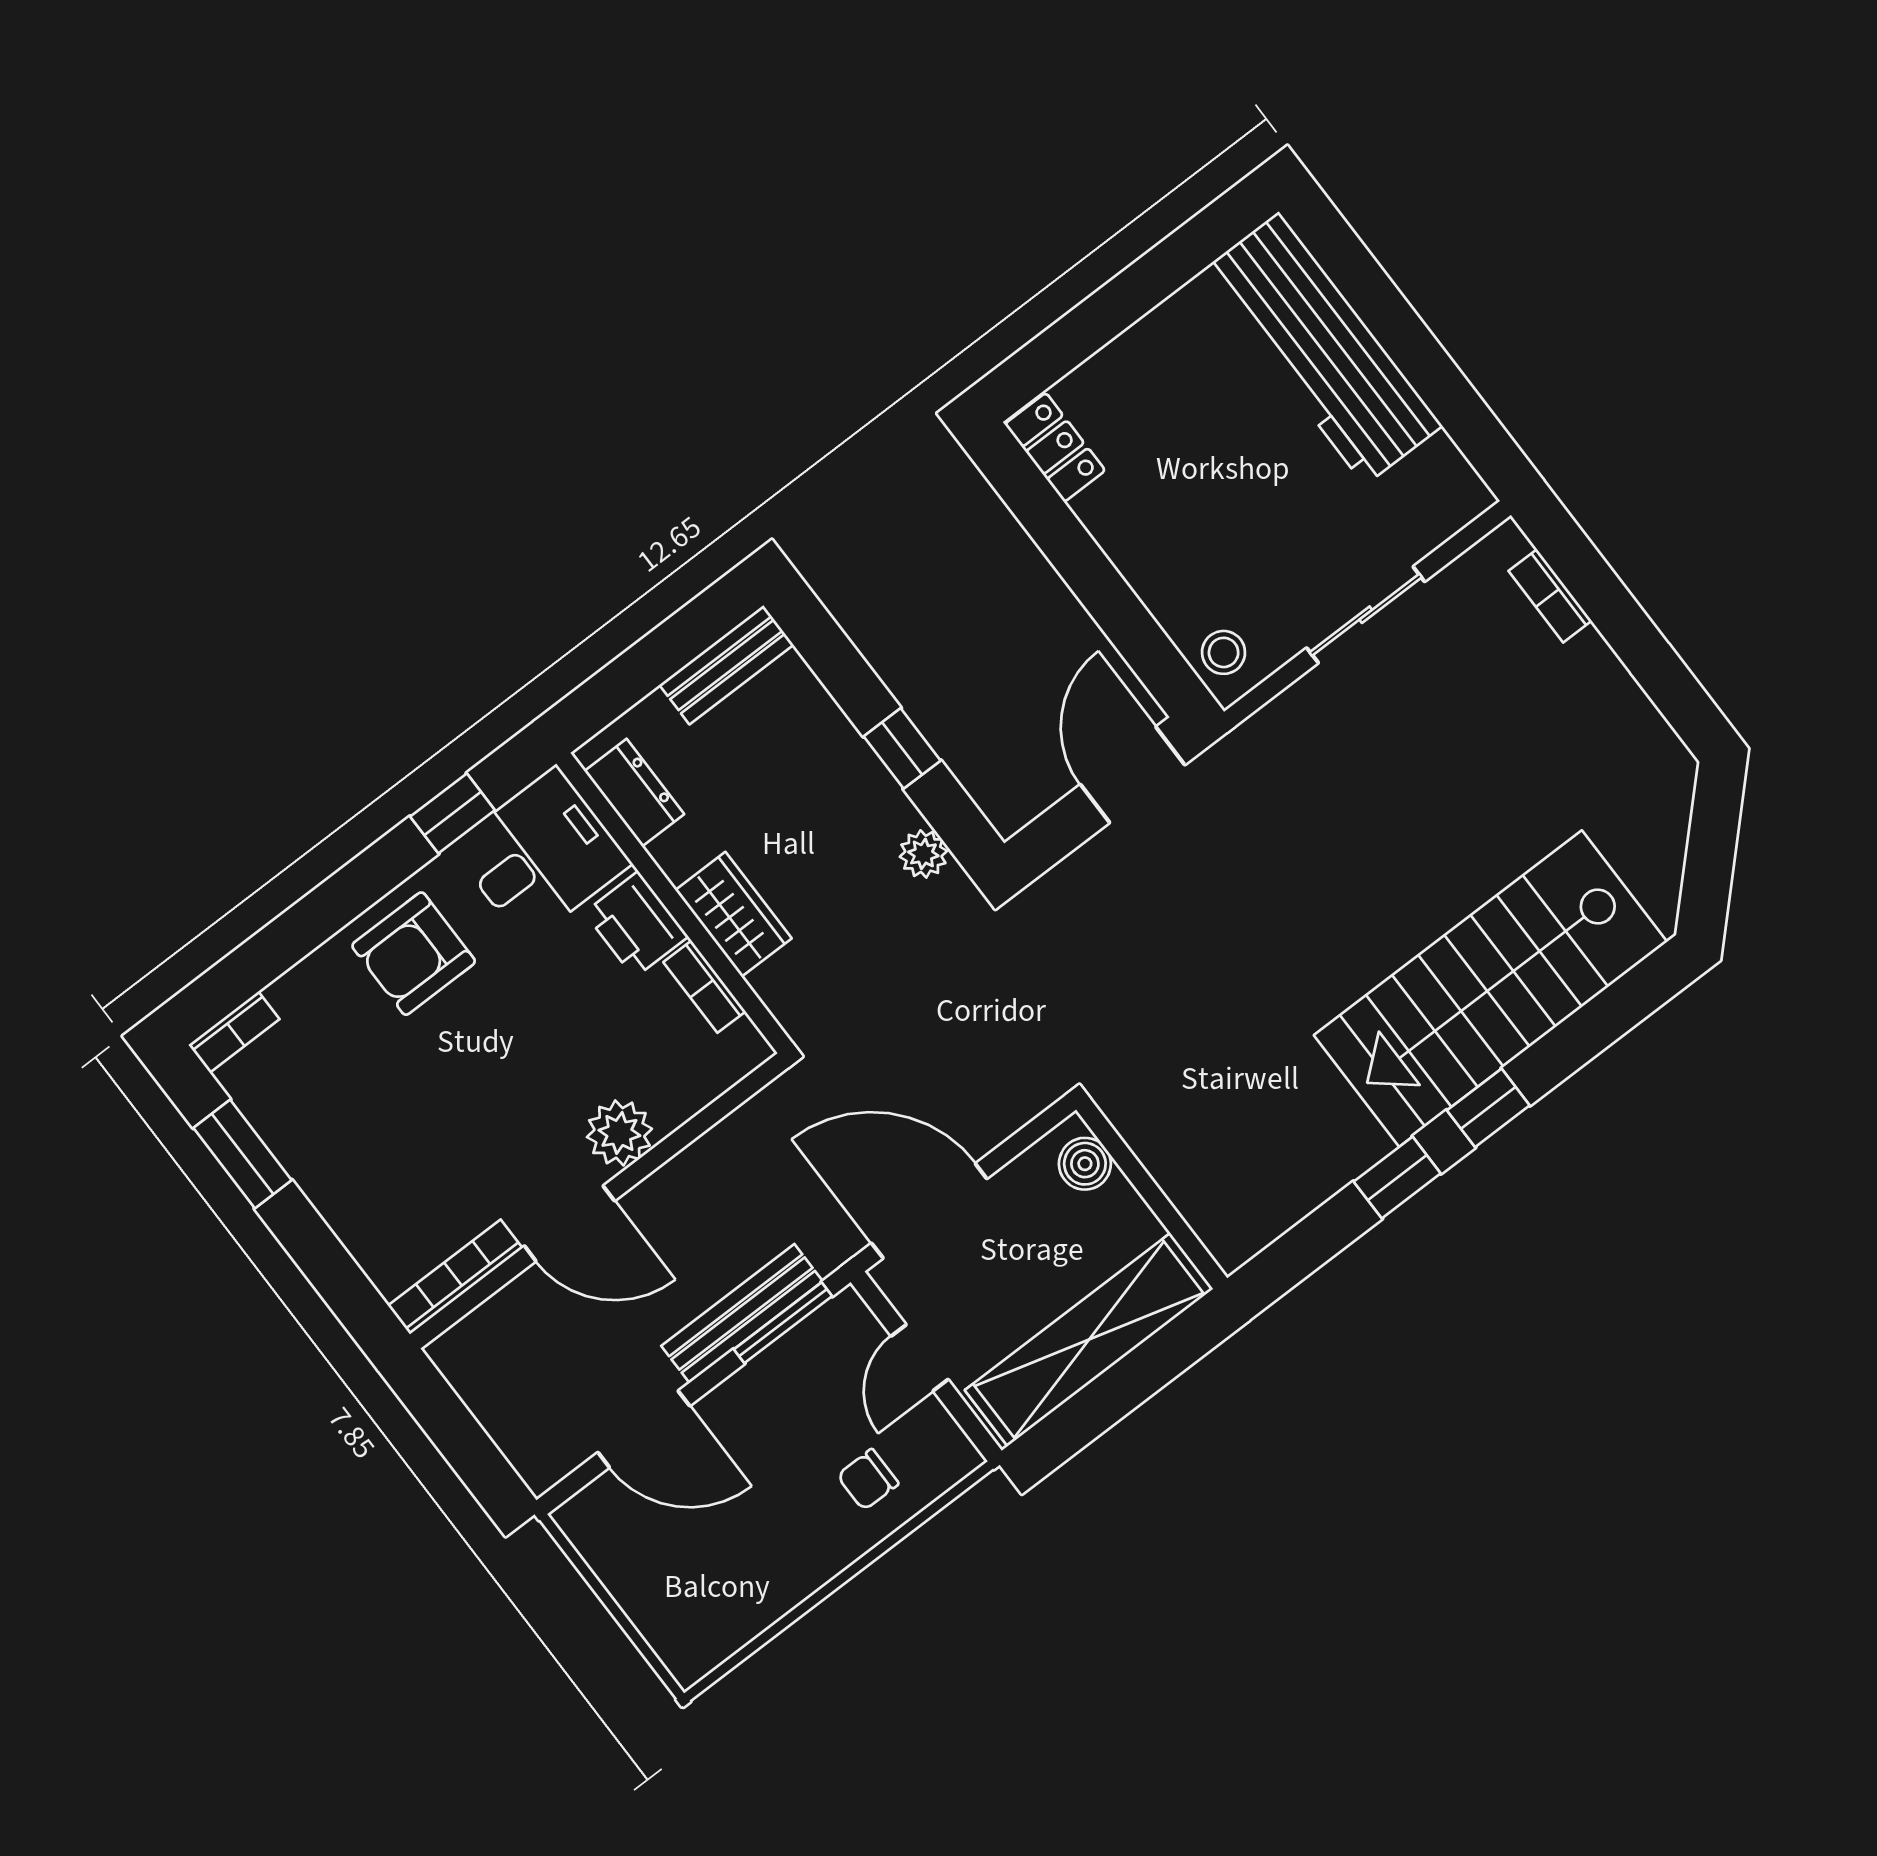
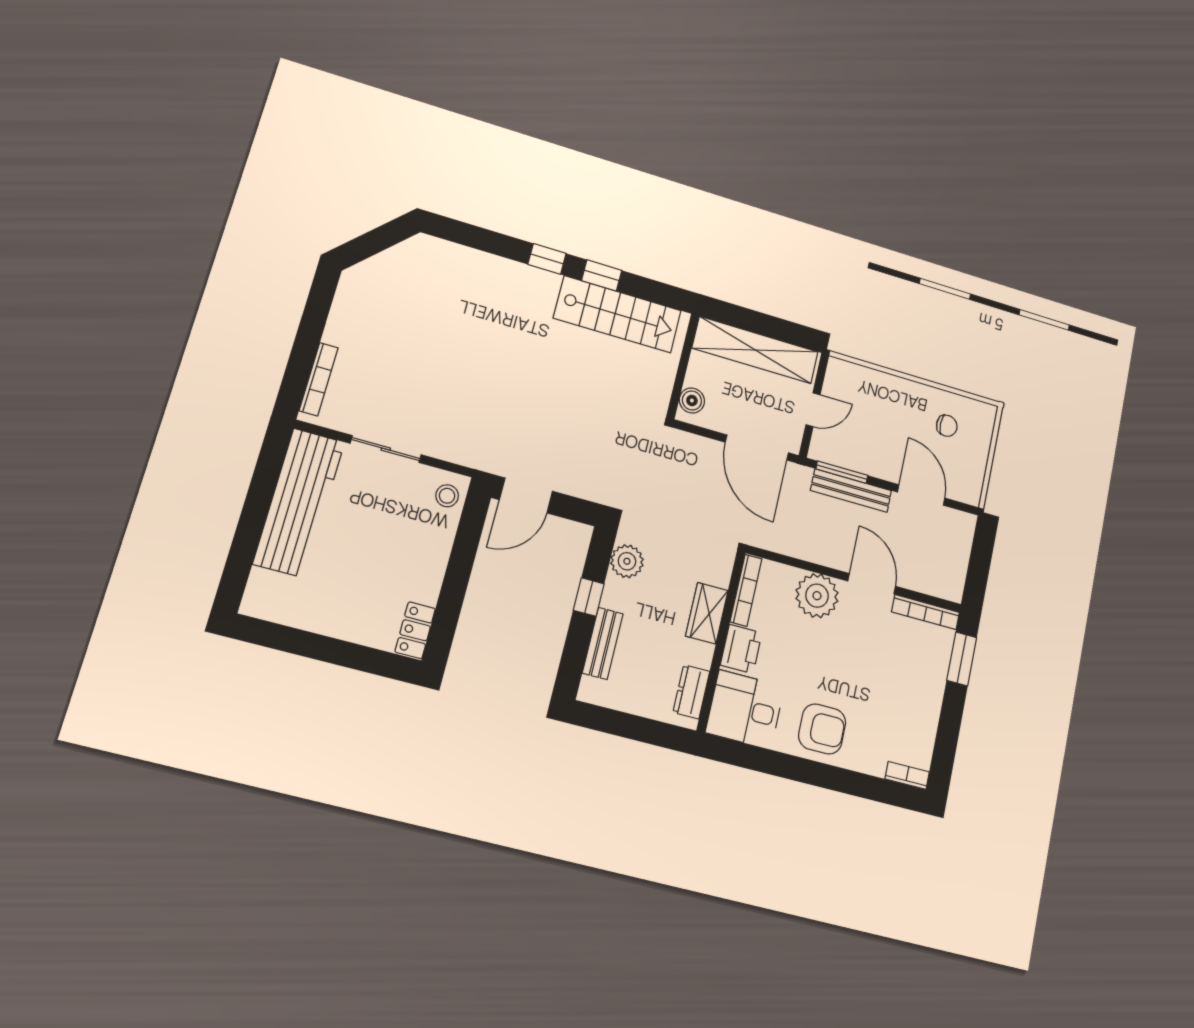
workbench: (1322, 348) -> (299, 502), moved
bookcase: (1550, 596) -> (319, 379), width x1.56
bench: (726, 665) -> (603, 643), moved, turned 90
window: (453, 813) -> (757, 759), removed
plant: (923, 854) -> (627, 561), width x1.38, depth x1.38
bookcase: (704, 987) -> (746, 590), width x1.56
stairs: (1490, 989) -> (618, 314), moved, width x0.73, depth x0.66
plant: (619, 1133) -> (817, 596), width x1.36, depth x1.36
window: (243, 1154) -> (962, 659), moved
chair: (868, 1480) -> (947, 426), moved

